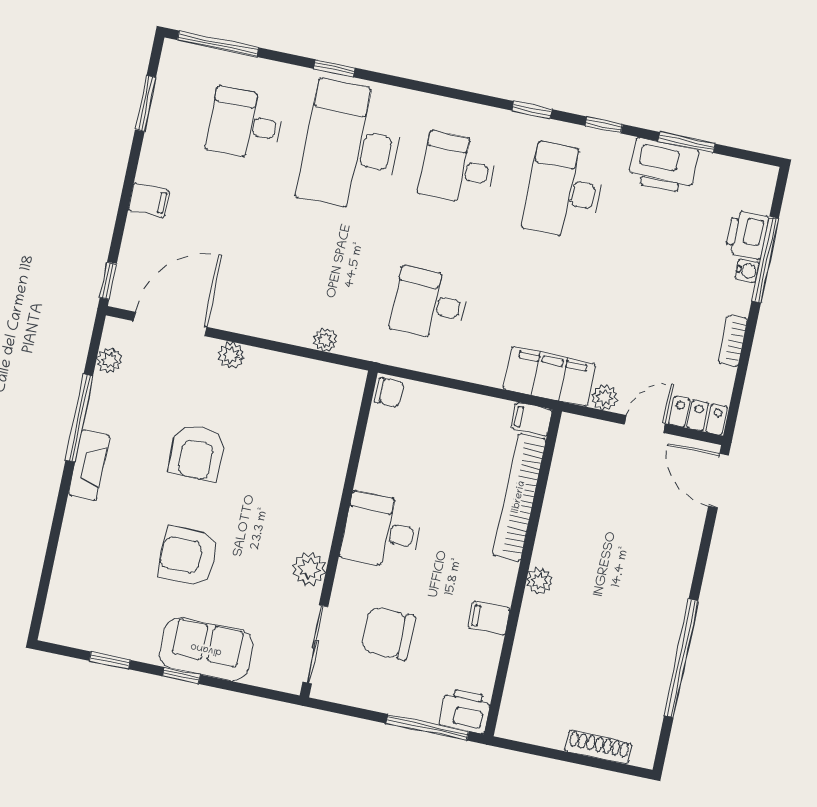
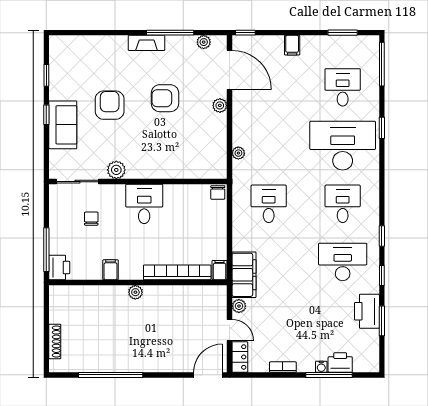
chair: (388, 633) -> (91, 219), width x0.54, depth x0.54

